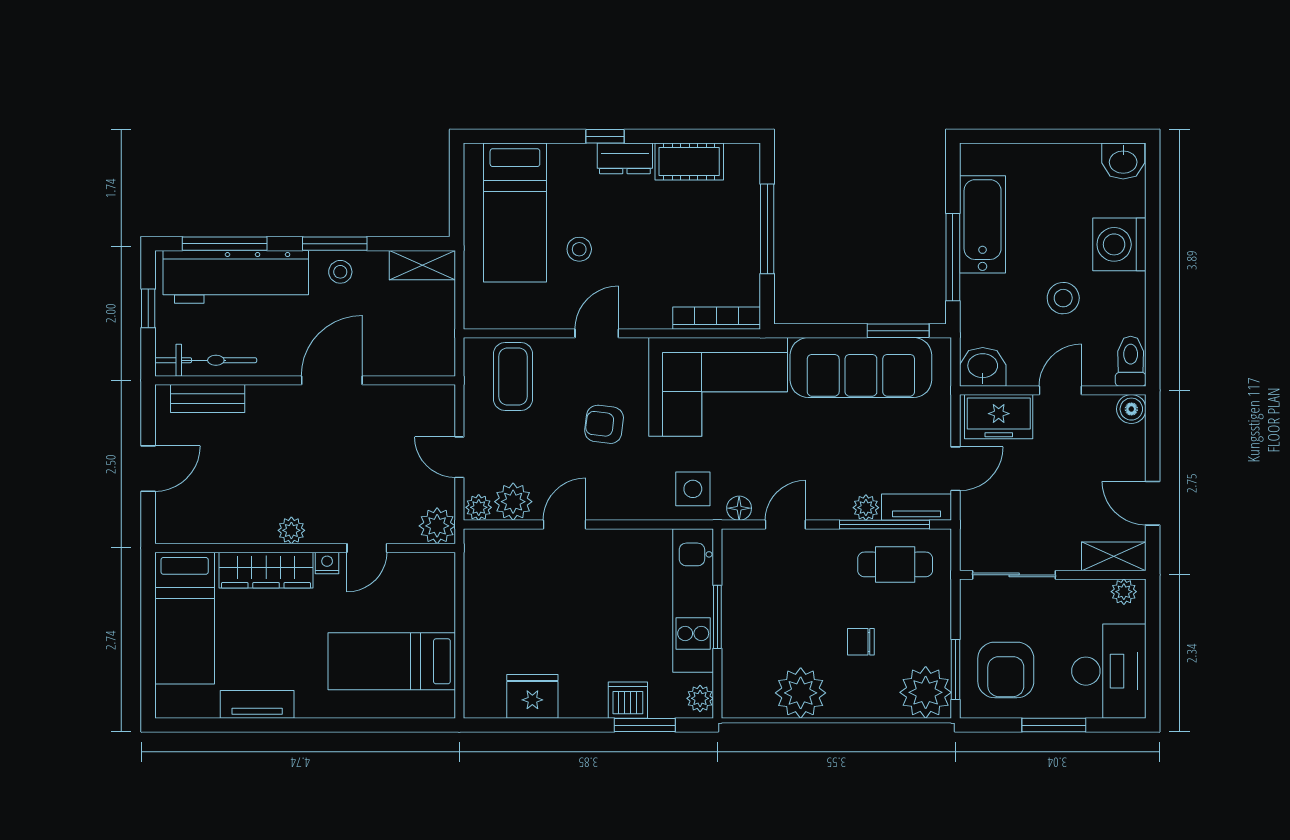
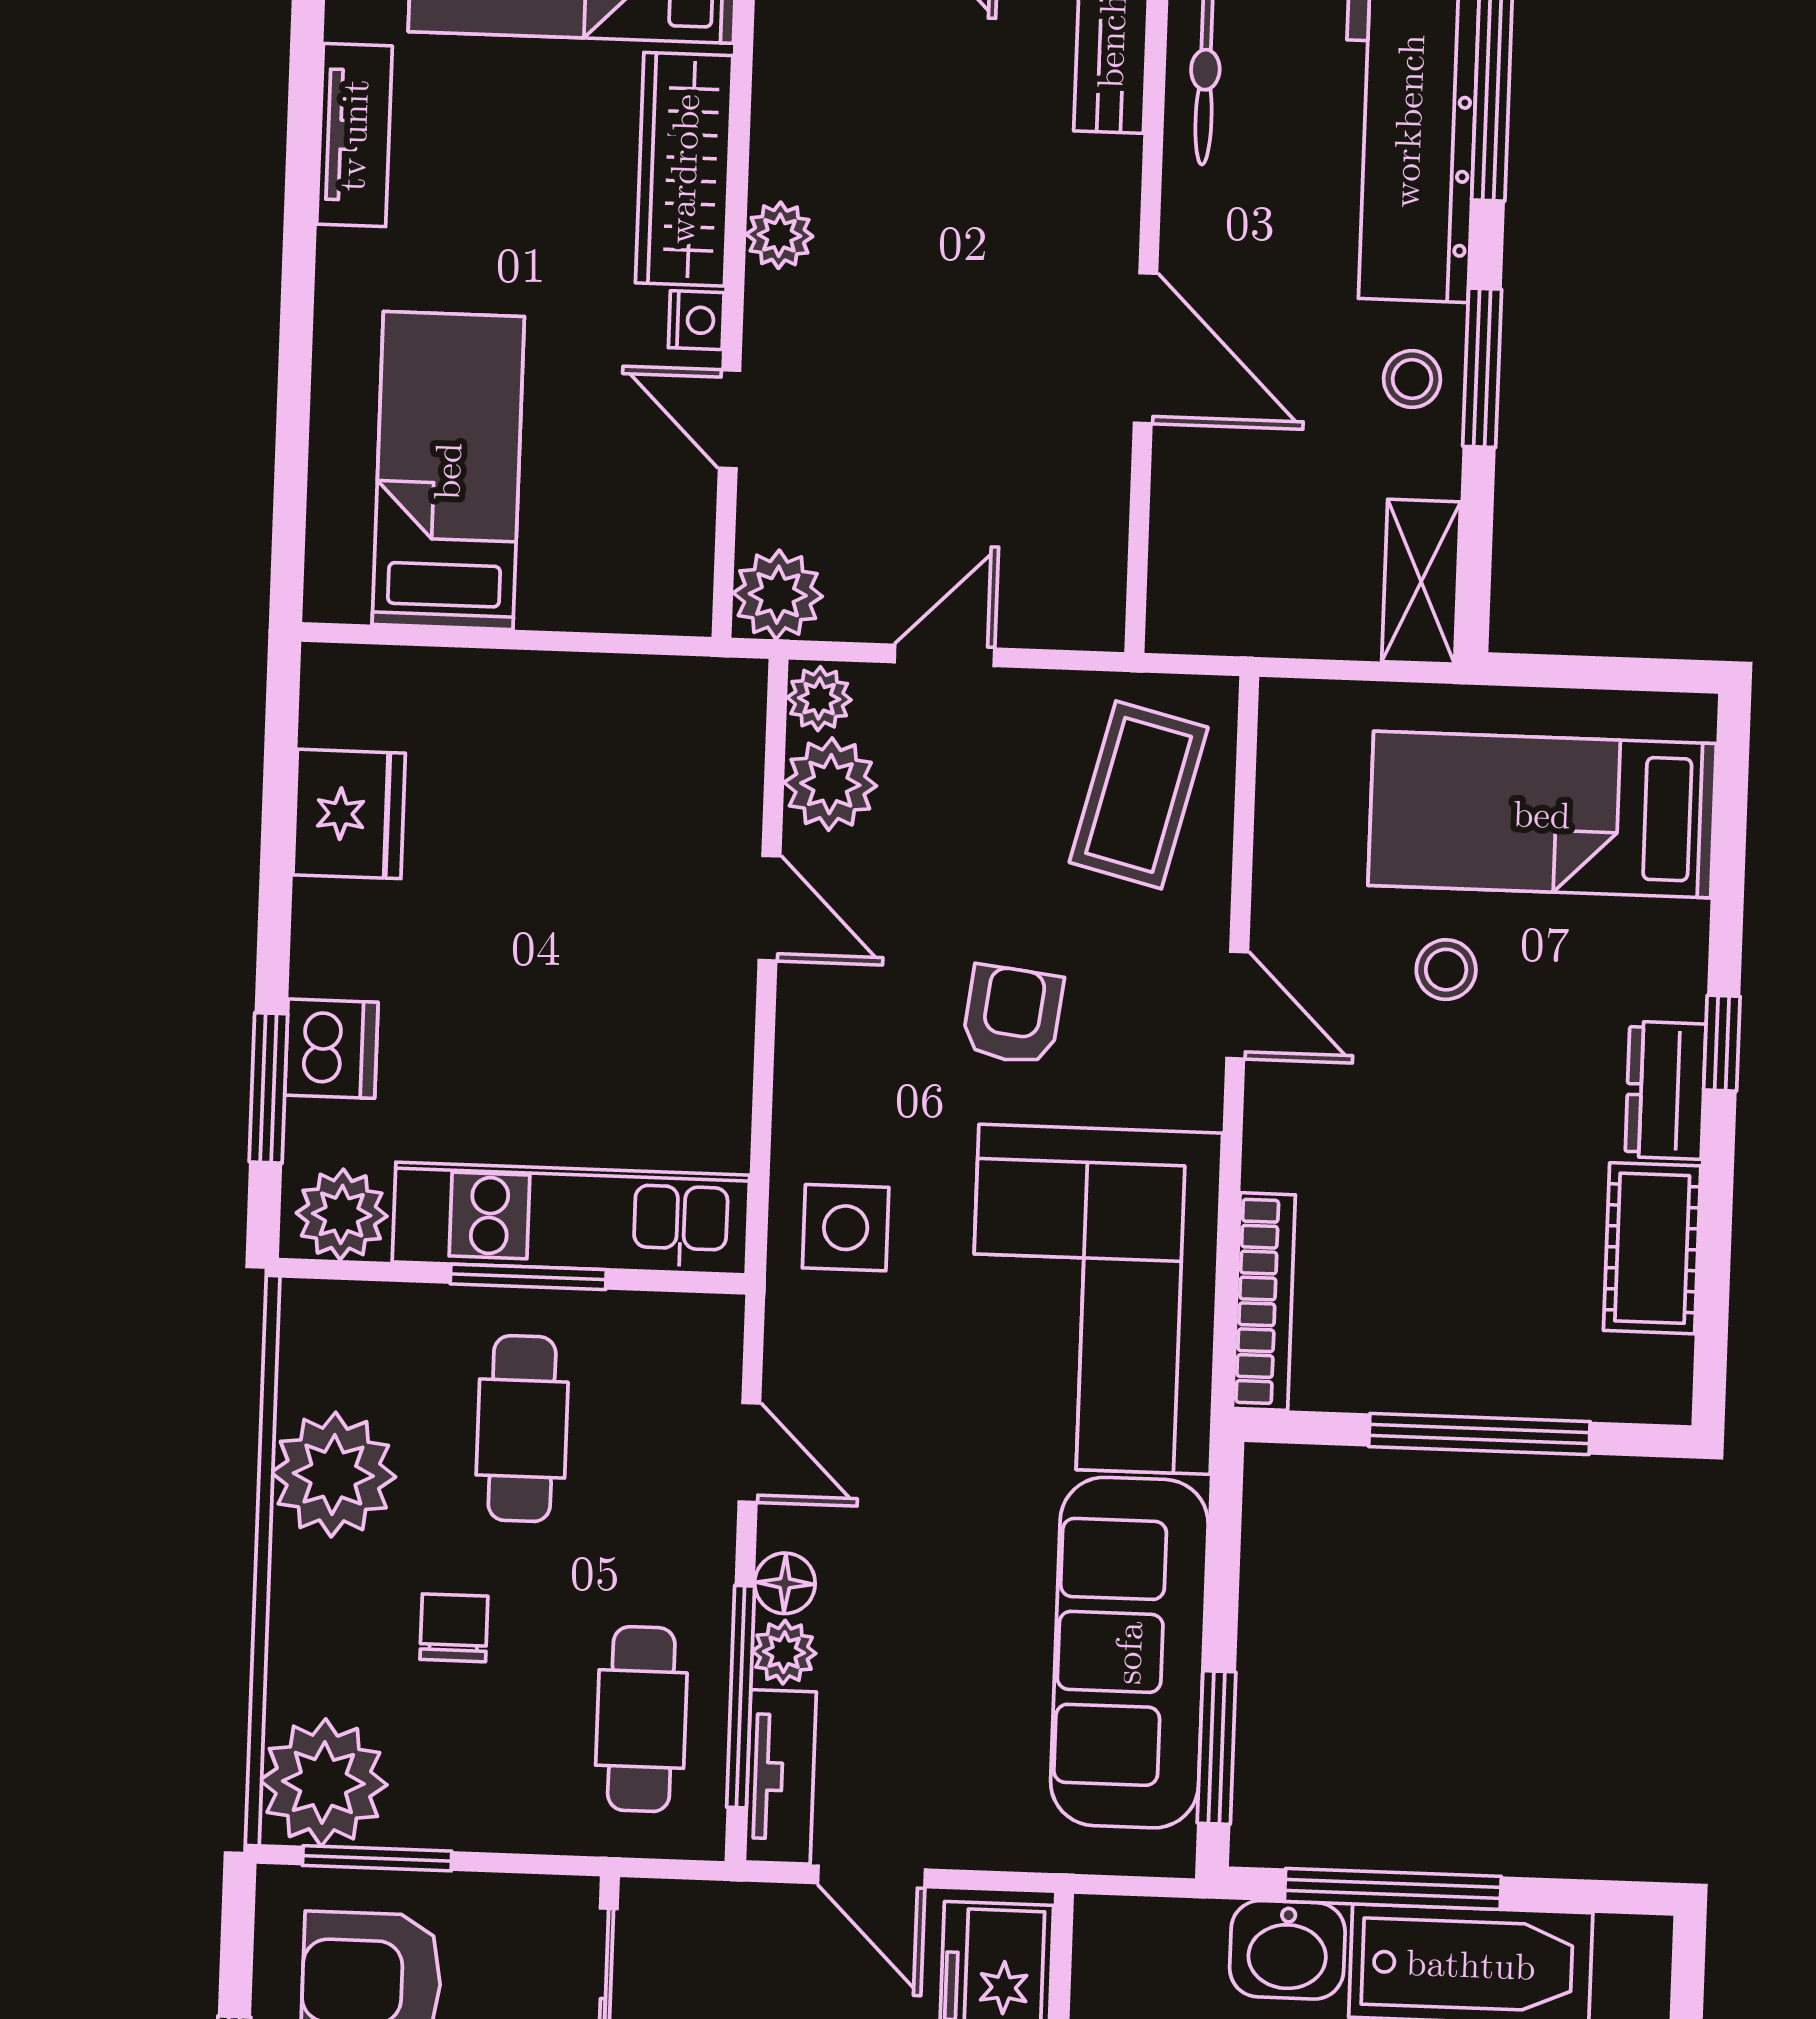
washbasin: (983, 367) -> (1287, 1950), moved, turned 90
coffee table: (513, 376) -> (1139, 795), turned -76
floor lamp: (739, 508) -> (785, 1583), moved
cafe table: (779, 617) -> (522, 1429), added
plant: (700, 698) -> (342, 1214), width x1.38, depth x1.38

